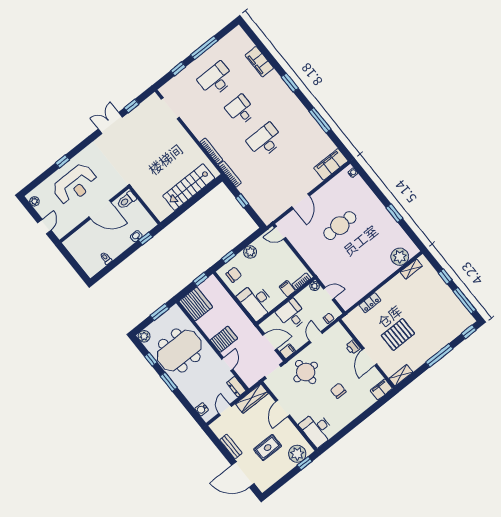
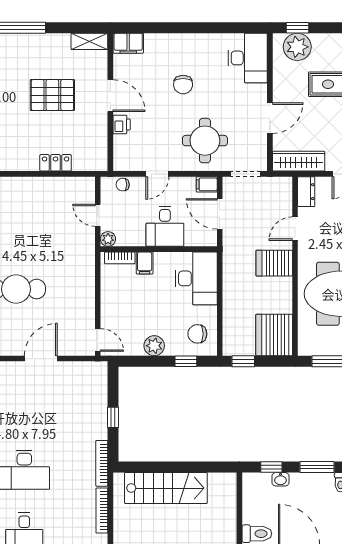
window: (123, 256) -> (317, 467), added
door: (369, 357) -> (110, 96), hinge flipped

